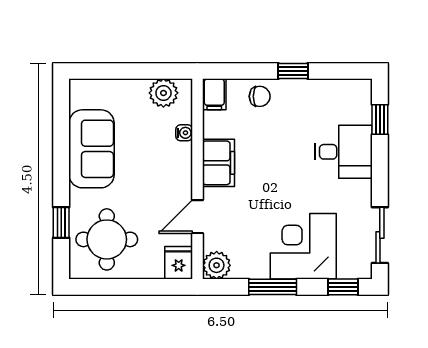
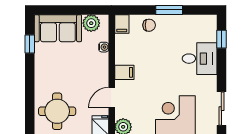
window: (293, 71) -> (169, 10), width x1.50
sofa: (92, 149) -> (58, 28), moved, turned 90
filing cabinet: (218, 163) -> (124, 72), width x0.50
window: (61, 222) -> (30, 44), moved

